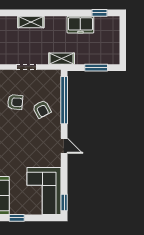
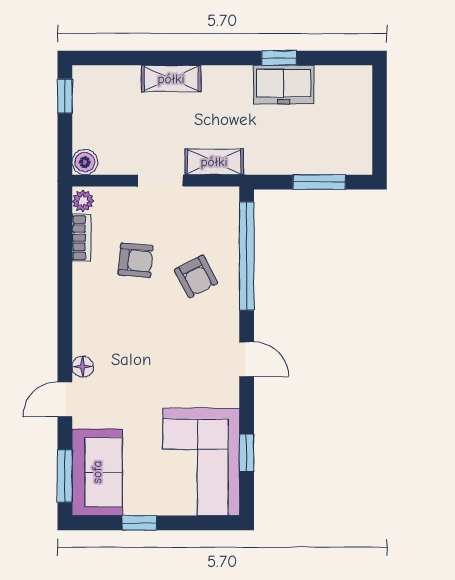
window: (100, 13) -> (279, 58), moved
shelving: (62, 59) -> (214, 162), moved
window: (64, 202) -> (247, 453), moved

